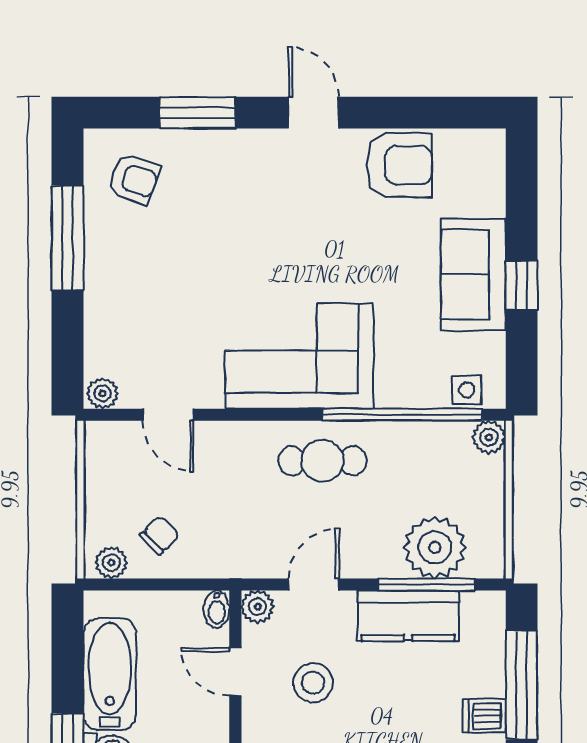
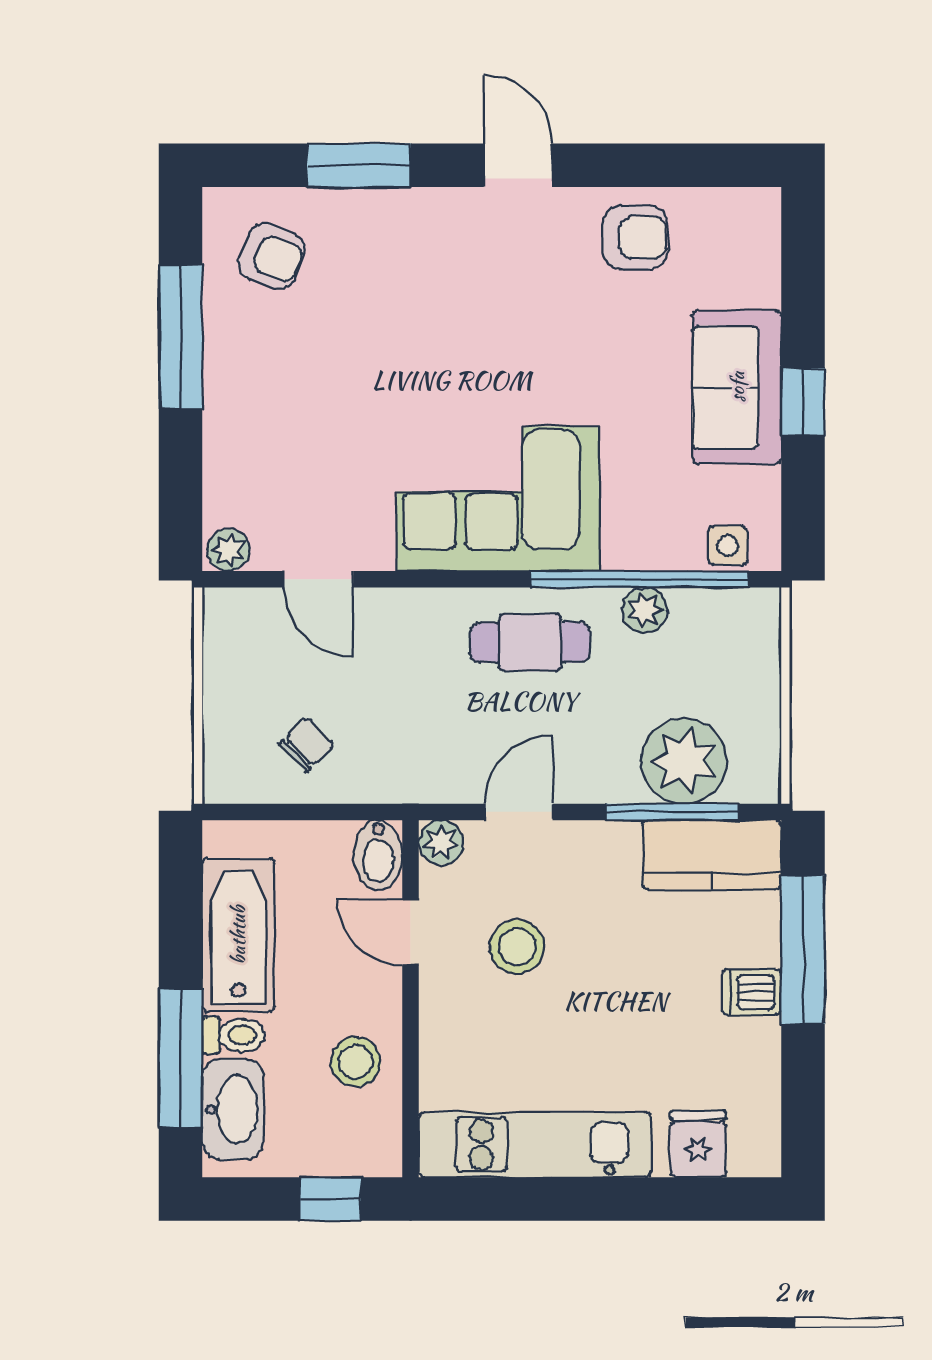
armchair: (399, 165) -> (635, 237), width x0.72, depth x0.72
plant: (489, 437) -> (645, 610), moved
plant: (111, 563) -> (241, 782), removed
bidet: (217, 609) -> (378, 855), width x1.38, depth x1.36
kitchen counter: (408, 616) -> (712, 855), moved

